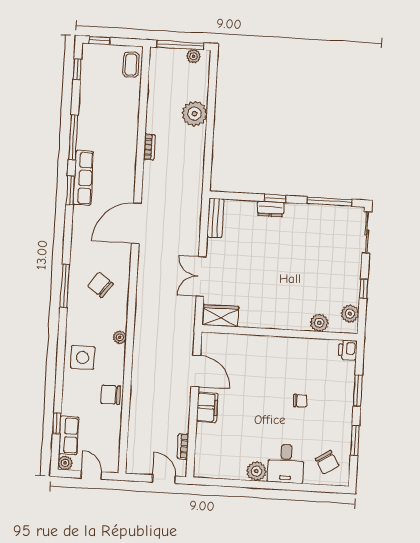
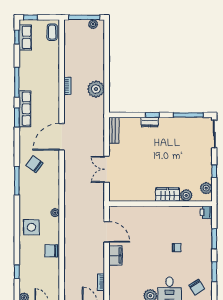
plant: (194, 114) -> (96, 89), moved
chair: (100, 285) -> (34, 164), moved
wardrobe: (220, 316) -> (168, 194), moved
row of seats: (69, 435) -> (25, 37), moved

